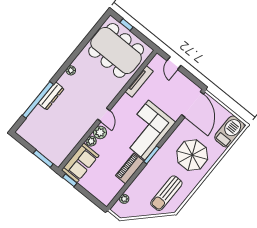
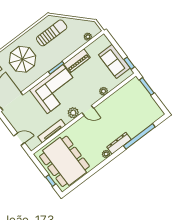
door: (174, 63) -> (19, 139), hinge flipped
dresser: (51, 96) -> (119, 143), moved
door: (104, 115) -> (88, 110), swing flipped
plant: (100, 132) -> (73, 113), moved
sofa: (80, 163) -> (114, 61), moved, turned -90

